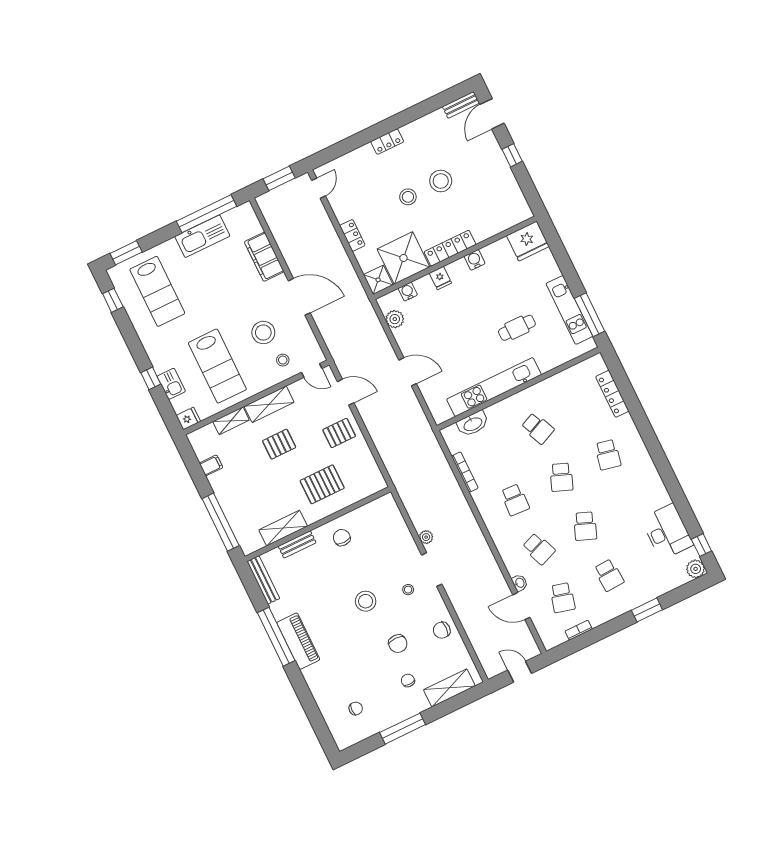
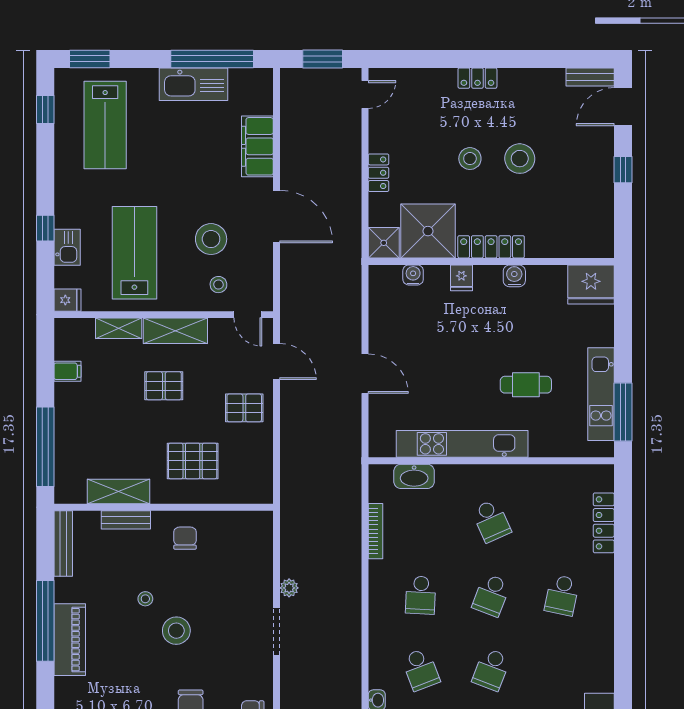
plant: (395, 319) -> (381, 301), removed
lab bench: (217, 366) -> (134, 253), turned 180
stool: (408, 590) -> (145, 599), moved

